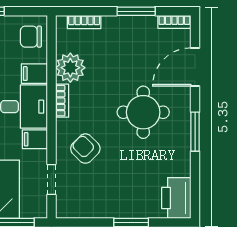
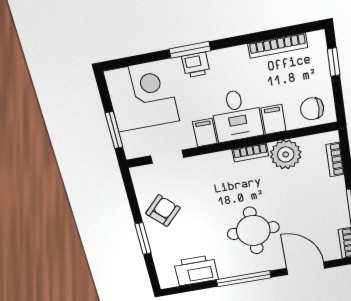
chair: (31, 37) -> (312, 109), turned -89
window: (195, 132) -> (244, 279), width x1.44
armchair: (85, 149) -> (163, 211), moved
printer: (176, 198) -> (196, 270), moved

